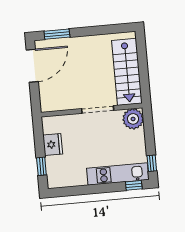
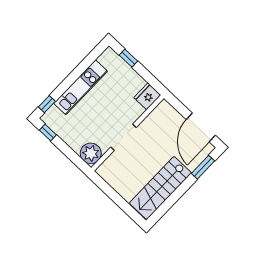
stairs: (127, 72) -> (160, 188), moved, turned -90
fridge: (53, 145) -> (147, 96), moved, turned 90
kitchen unit: (118, 174) -> (81, 87), moved

